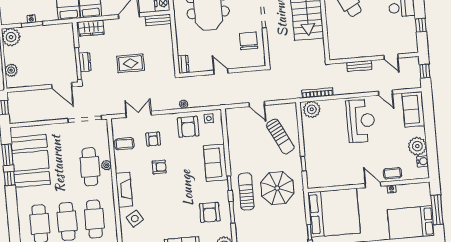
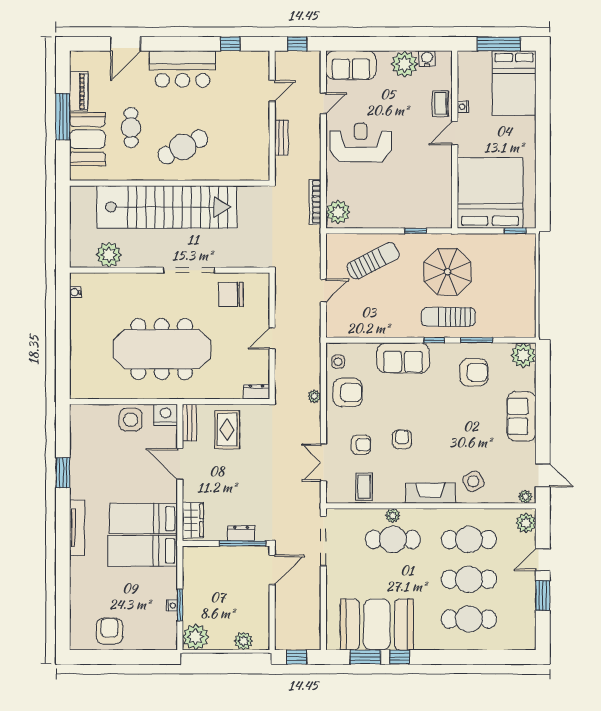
rug: (131, 63) -> (227, 430), moved

